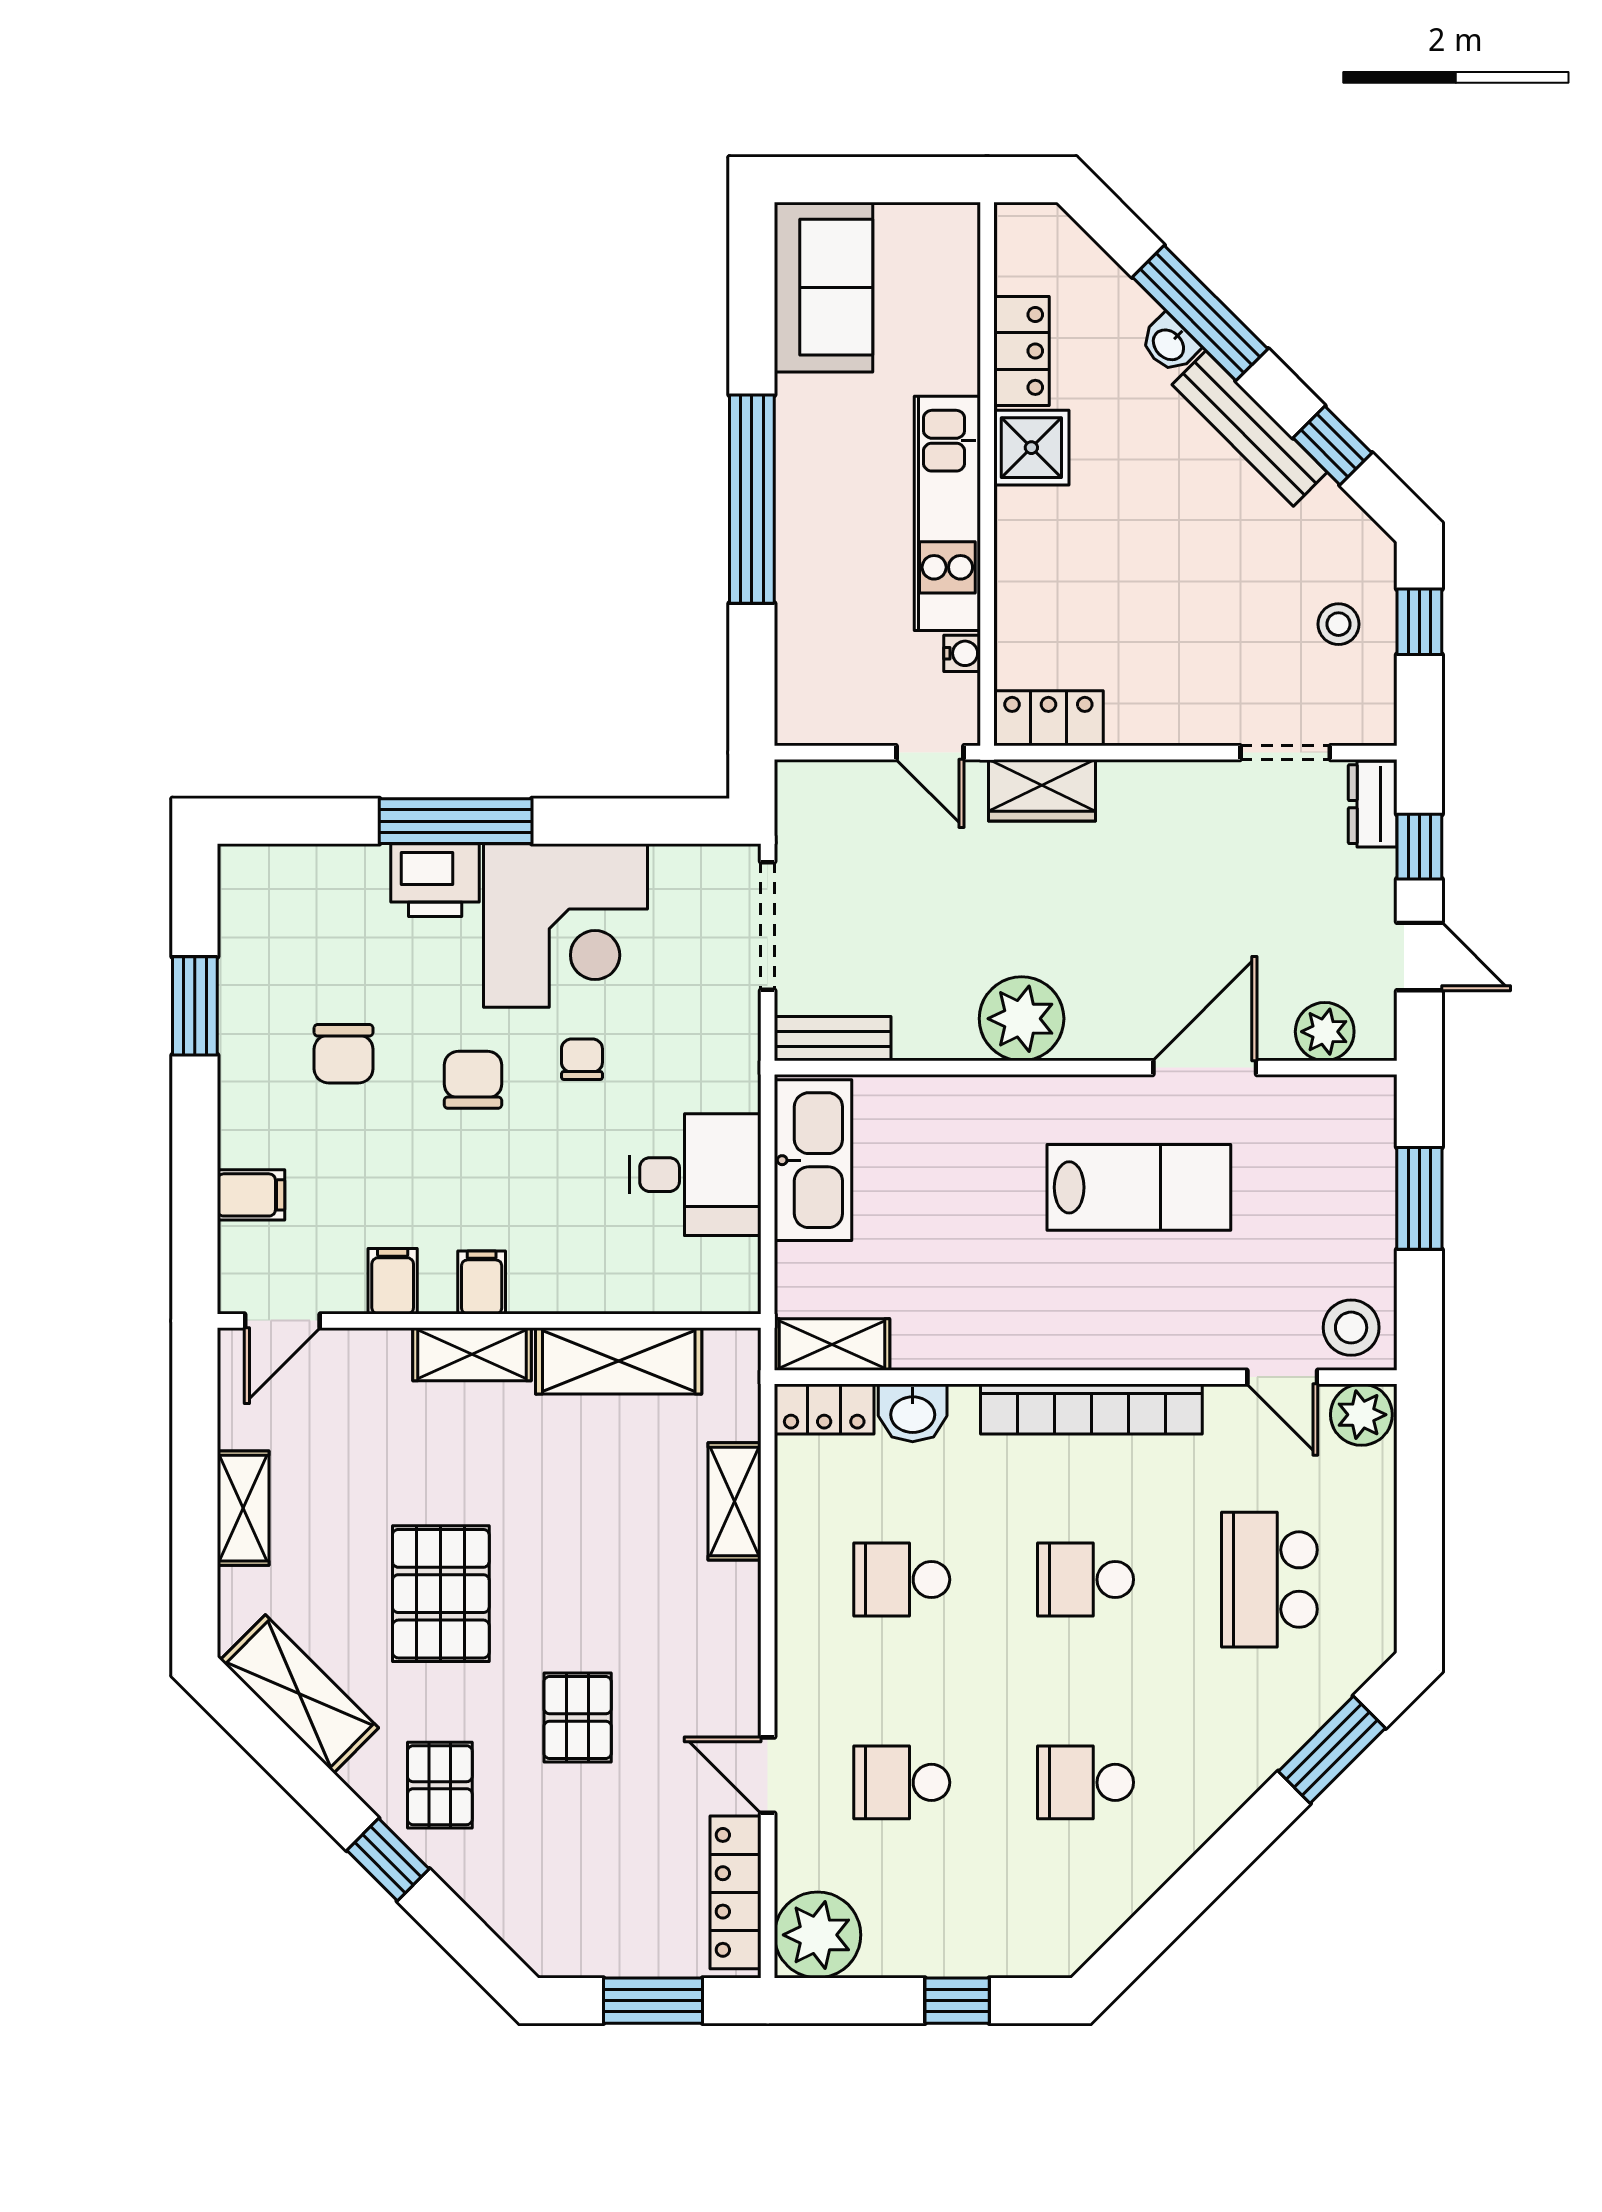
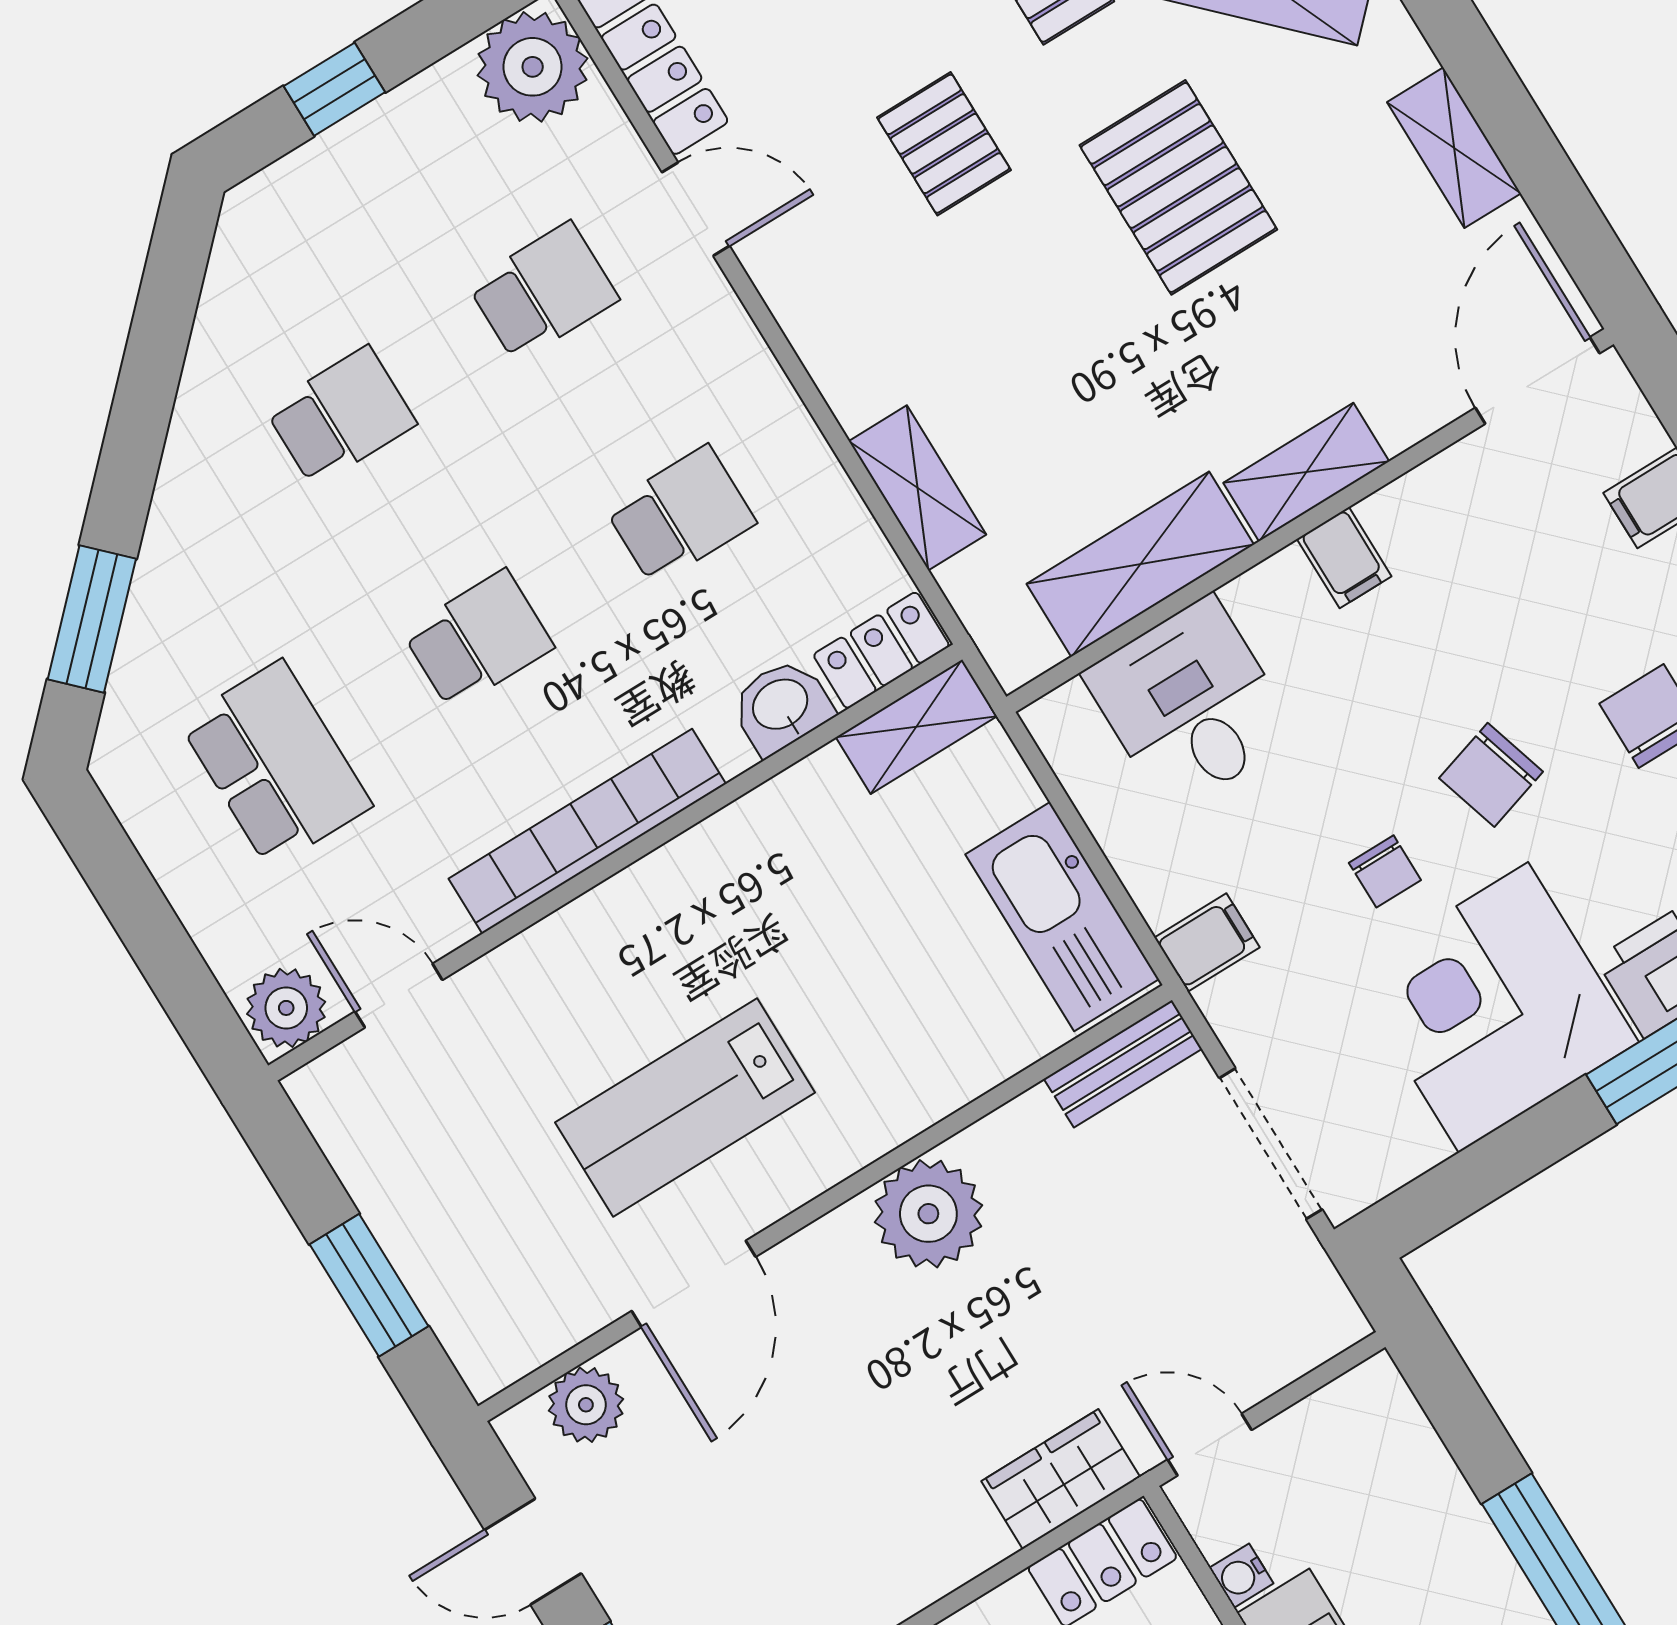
chair: (473, 1080) -> (1491, 775), turned 73
desk: (695, 1175) -> (1190, 704), moved, turned 90
filing cabinet: (393, 1281) -> (1207, 943), moved, turned -90
door: (282, 1321) -> (1537, 380), width x1.38
stool: (1351, 1328) -> (356, 1097), removed

